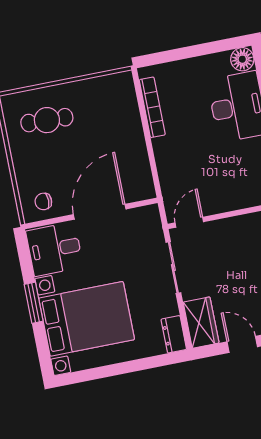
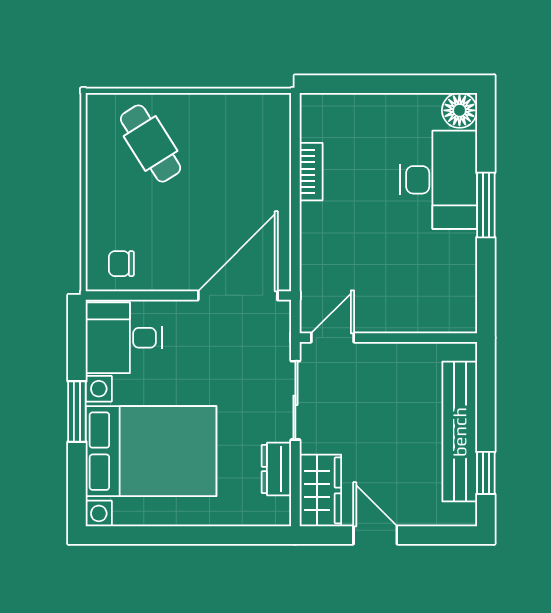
bookcase: (152, 107) -> (311, 172), width x0.64
cafe table: (47, 120) -> (151, 143), turned 56
door: (100, 212) -> (238, 295), moved
dresser: (174, 334) -> (276, 469), moved

